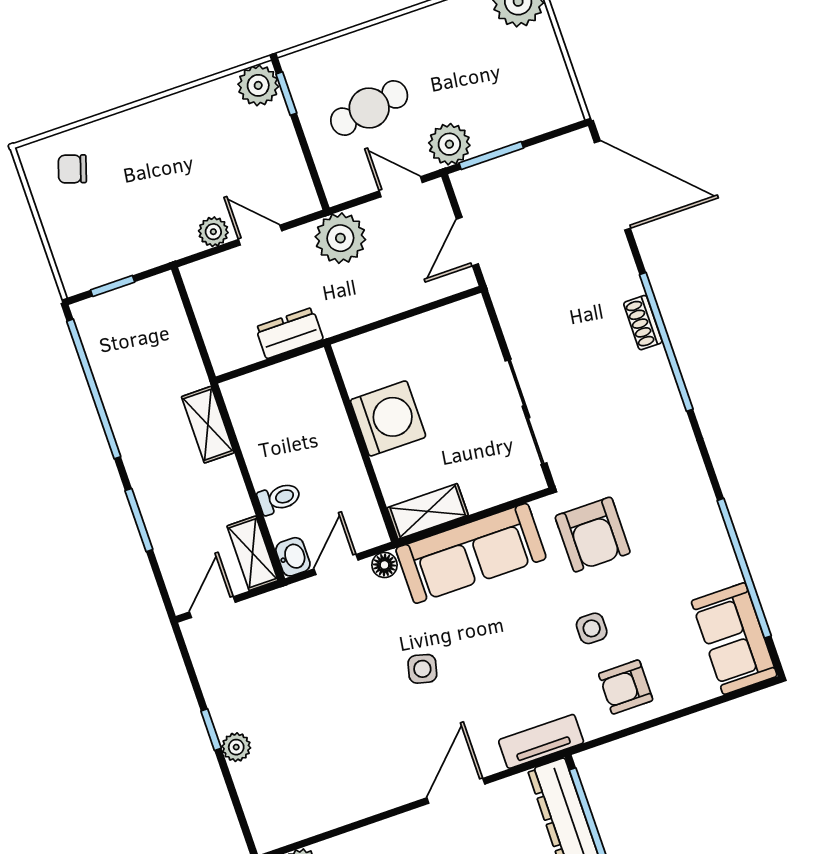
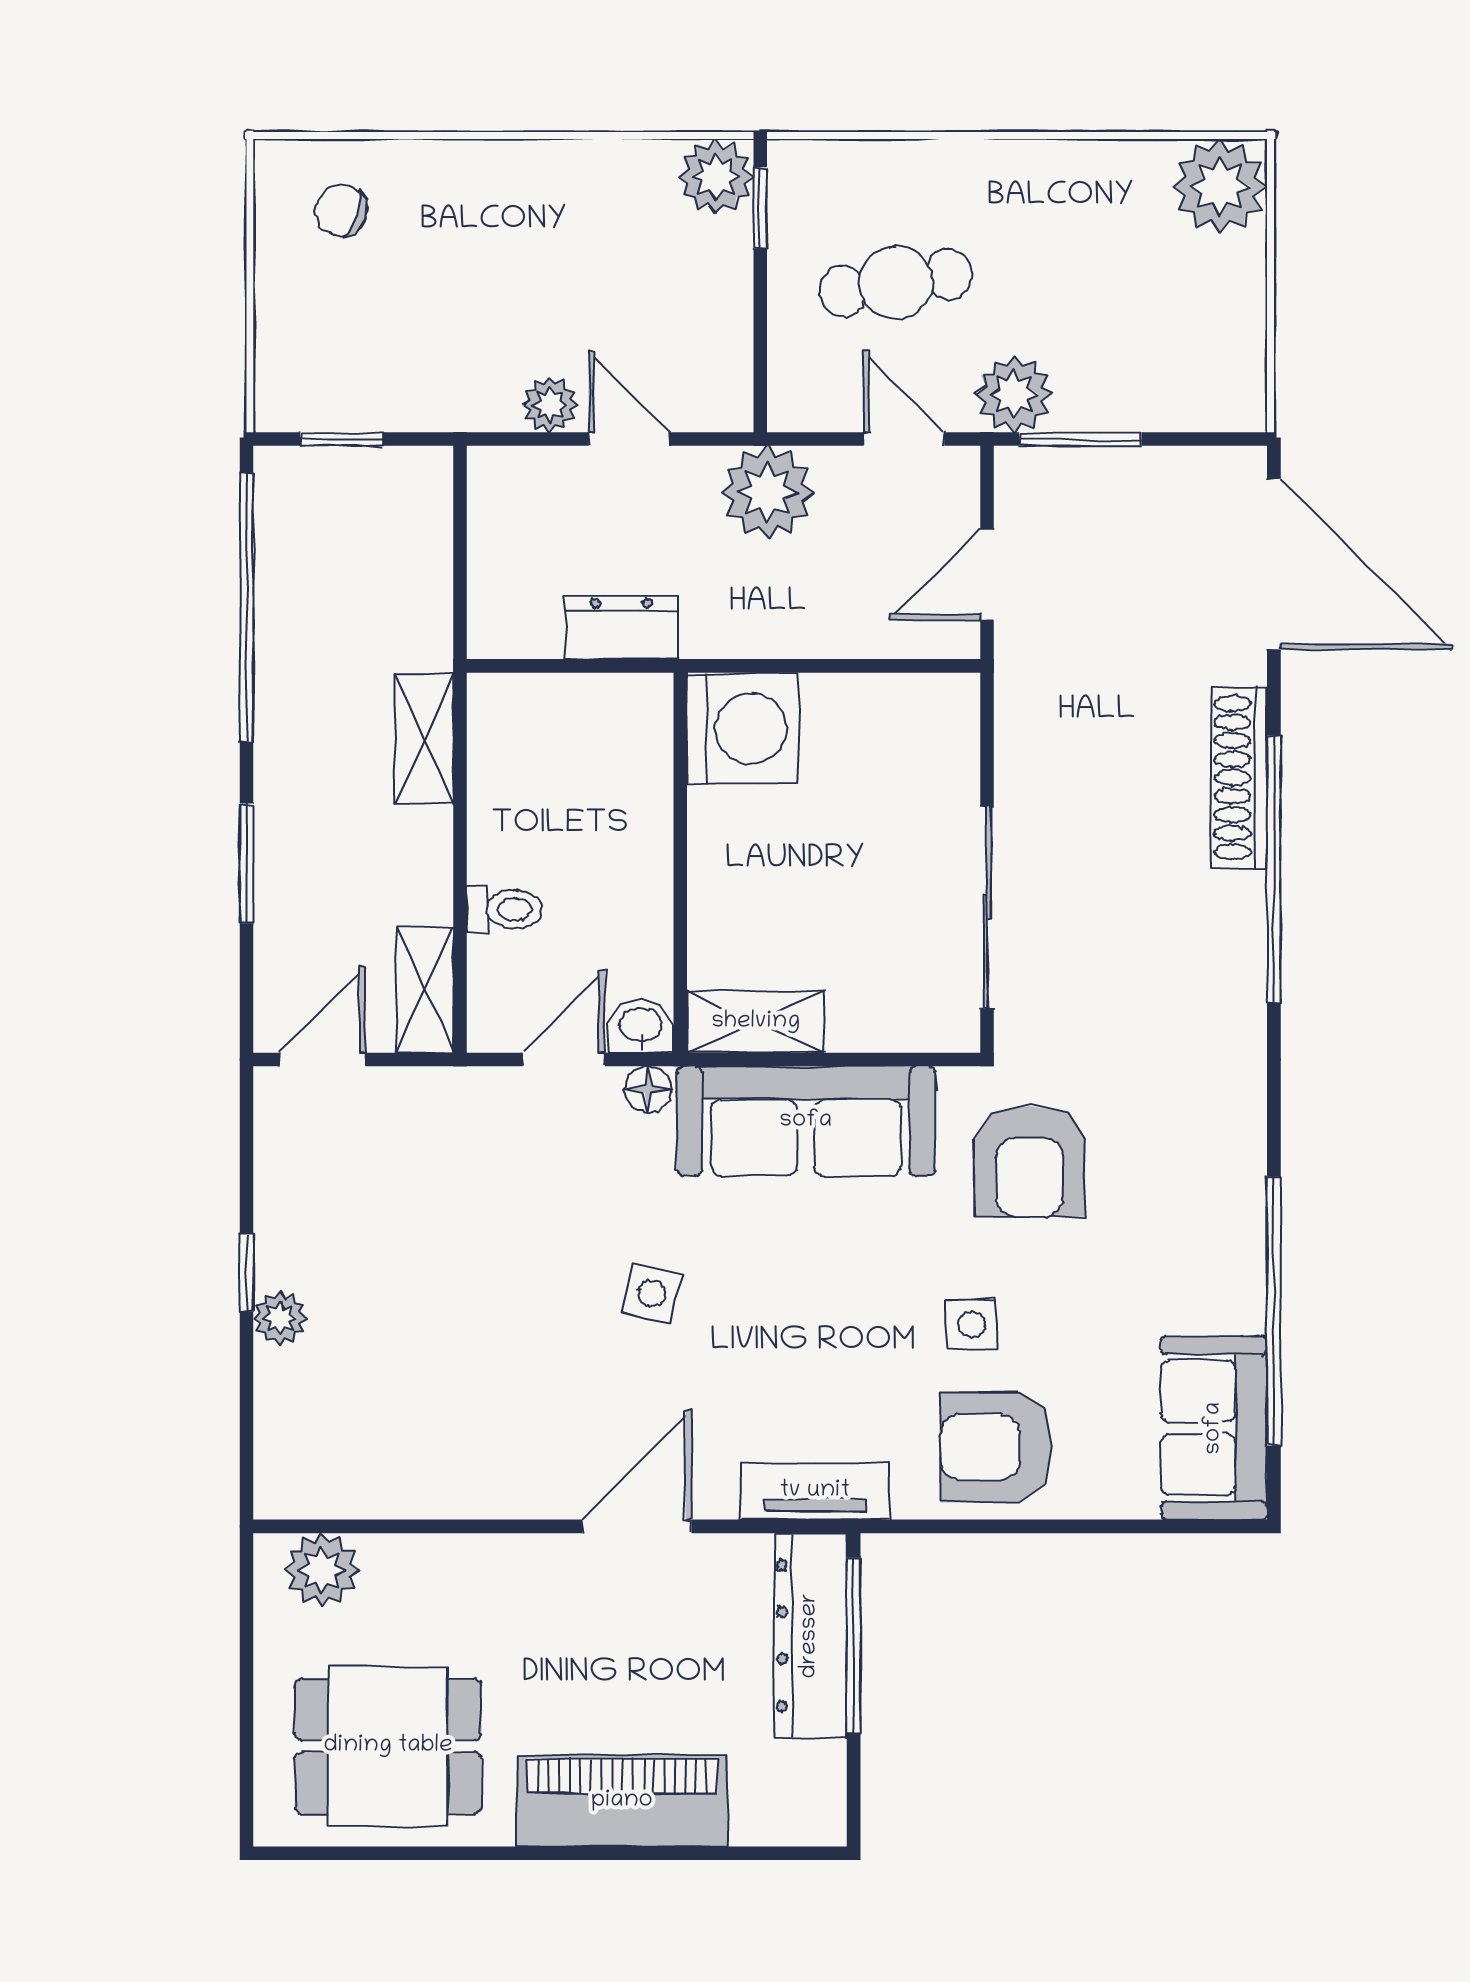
shoe rack: (643, 323) -> (1239, 778), width x1.94, depth x1.24
washing machine: (388, 418) -> (742, 728), moved
washbasin: (293, 557) -> (641, 1026), moved, turned -90
armchair: (626, 687) -> (996, 1447), width x1.38, depth x1.38

